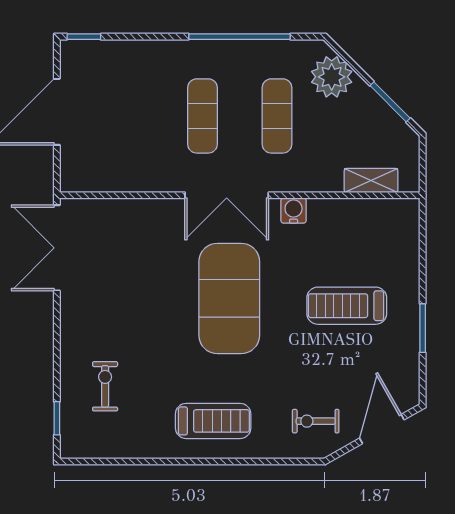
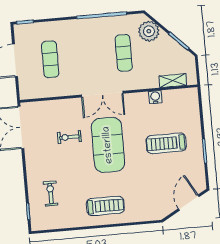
exercise mat: (203, 116) -> (50, 59), moved
water cooler: (294, 211) -> (155, 97), moved
exercise bike: (316, 421) -> (69, 137), moved

